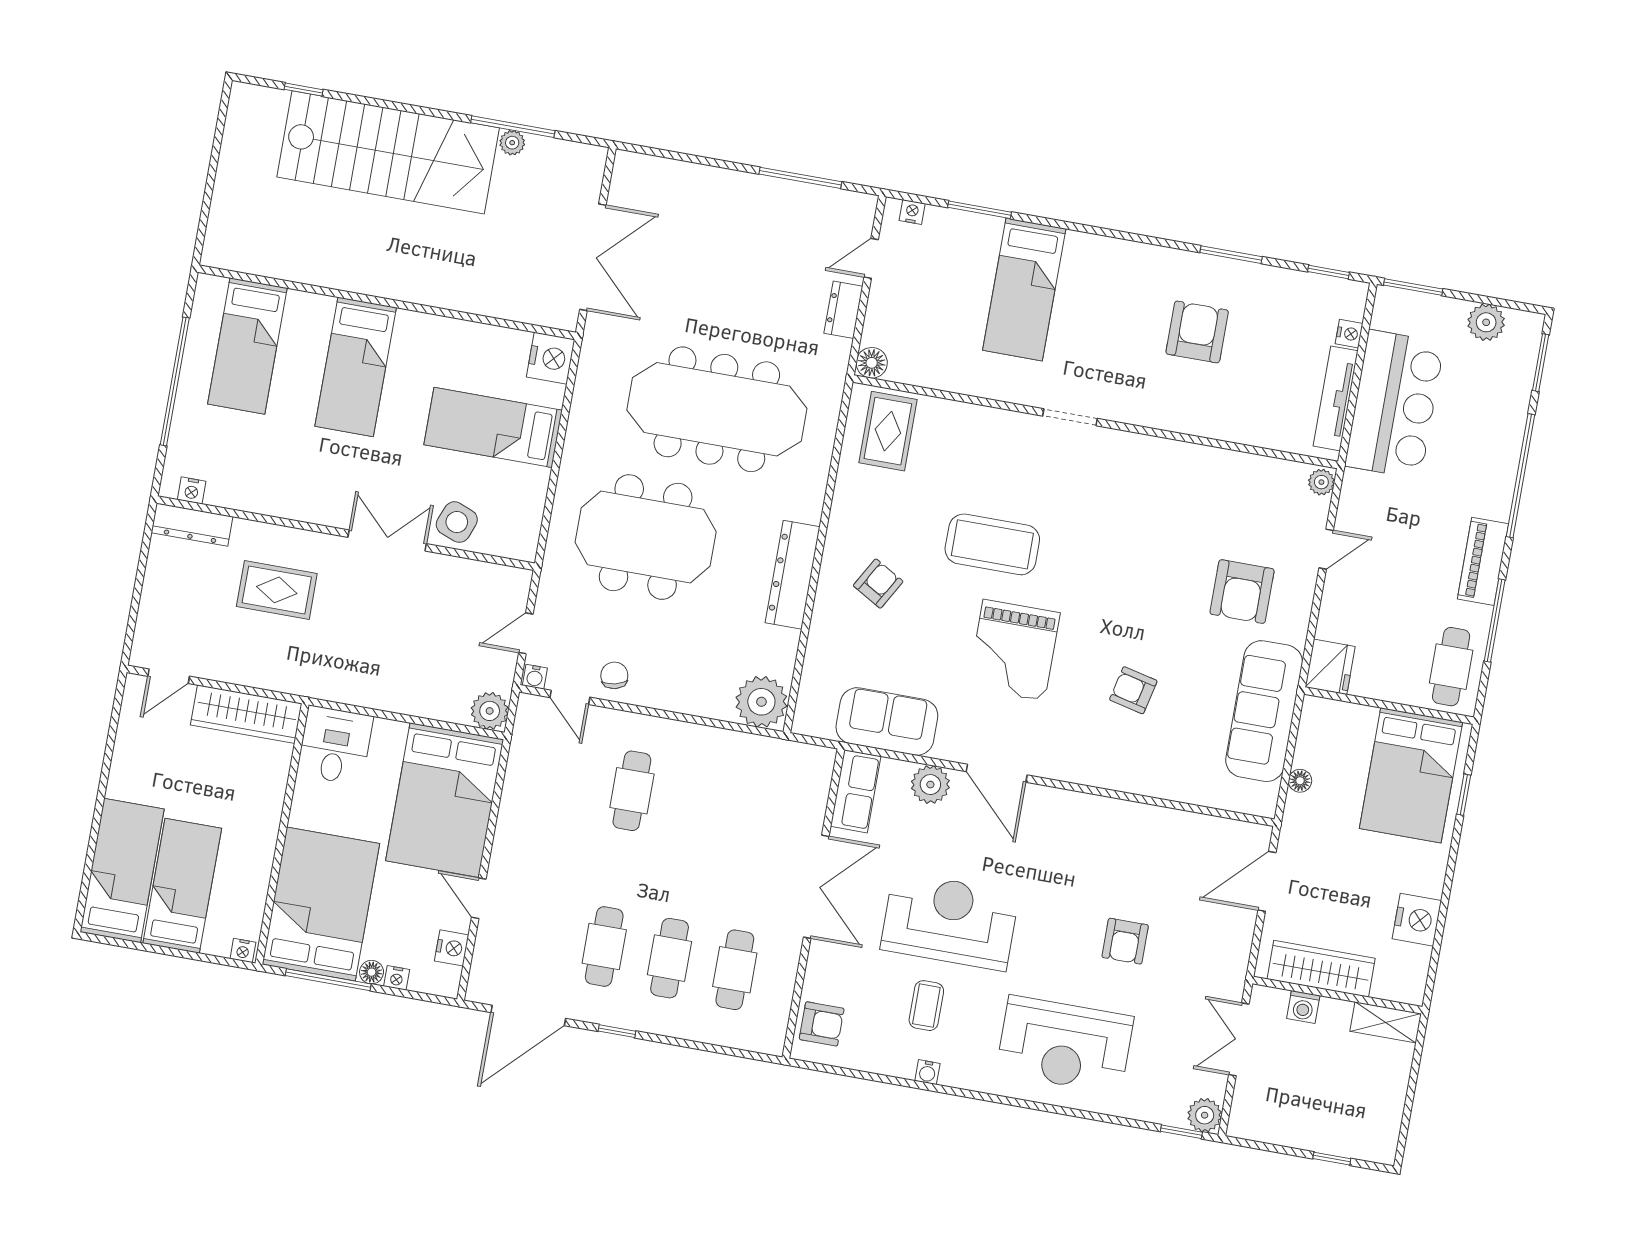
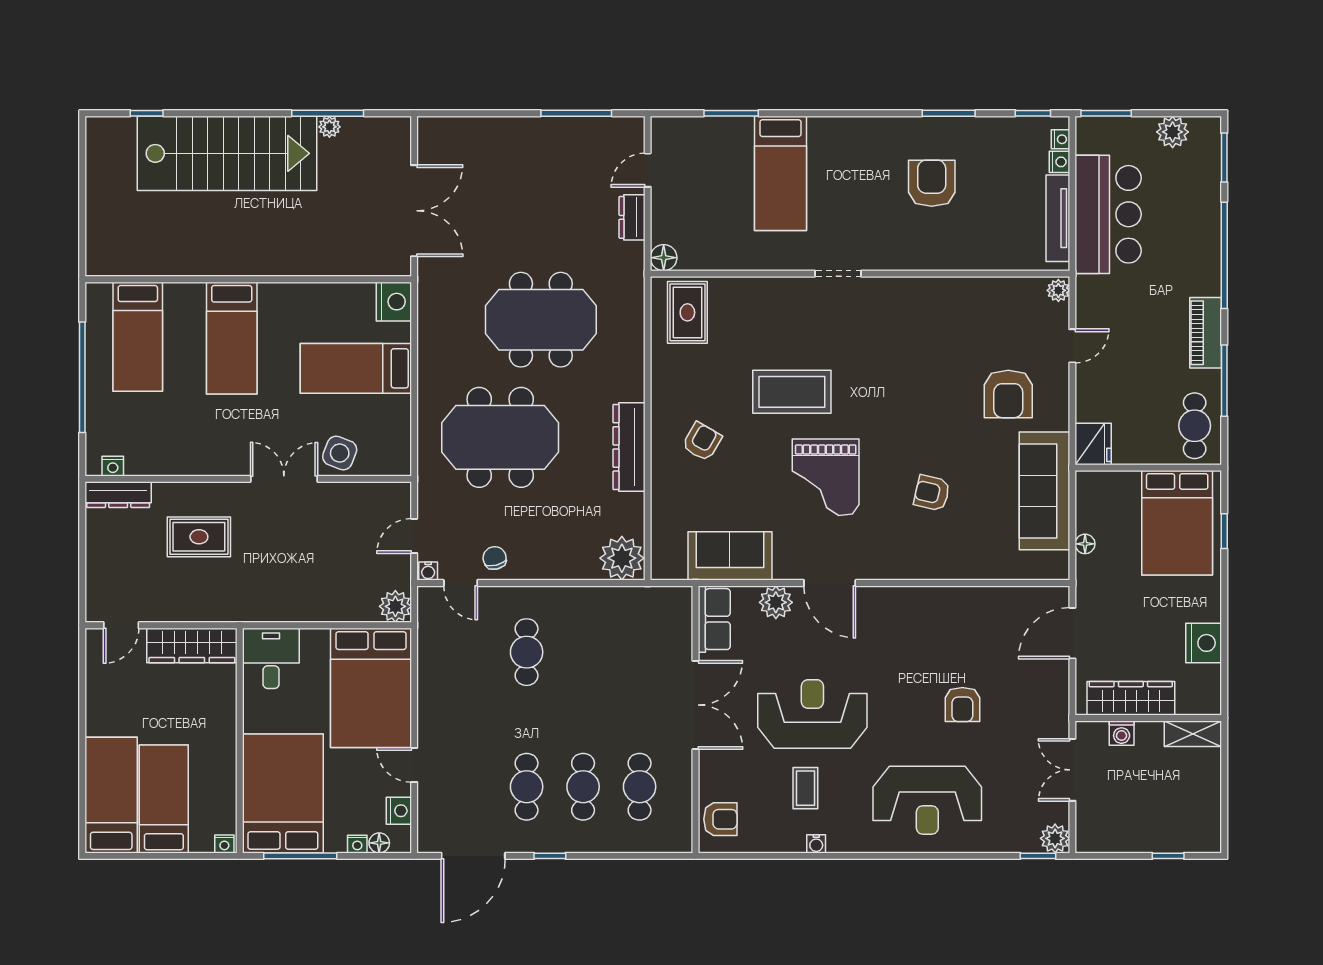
nightstand: (912, 212) -> (1060, 139), moved, turned 90
meeting table: (717, 409) -> (541, 320), width x0.73
floor lamp: (372, 972) -> (379, 843), moved

